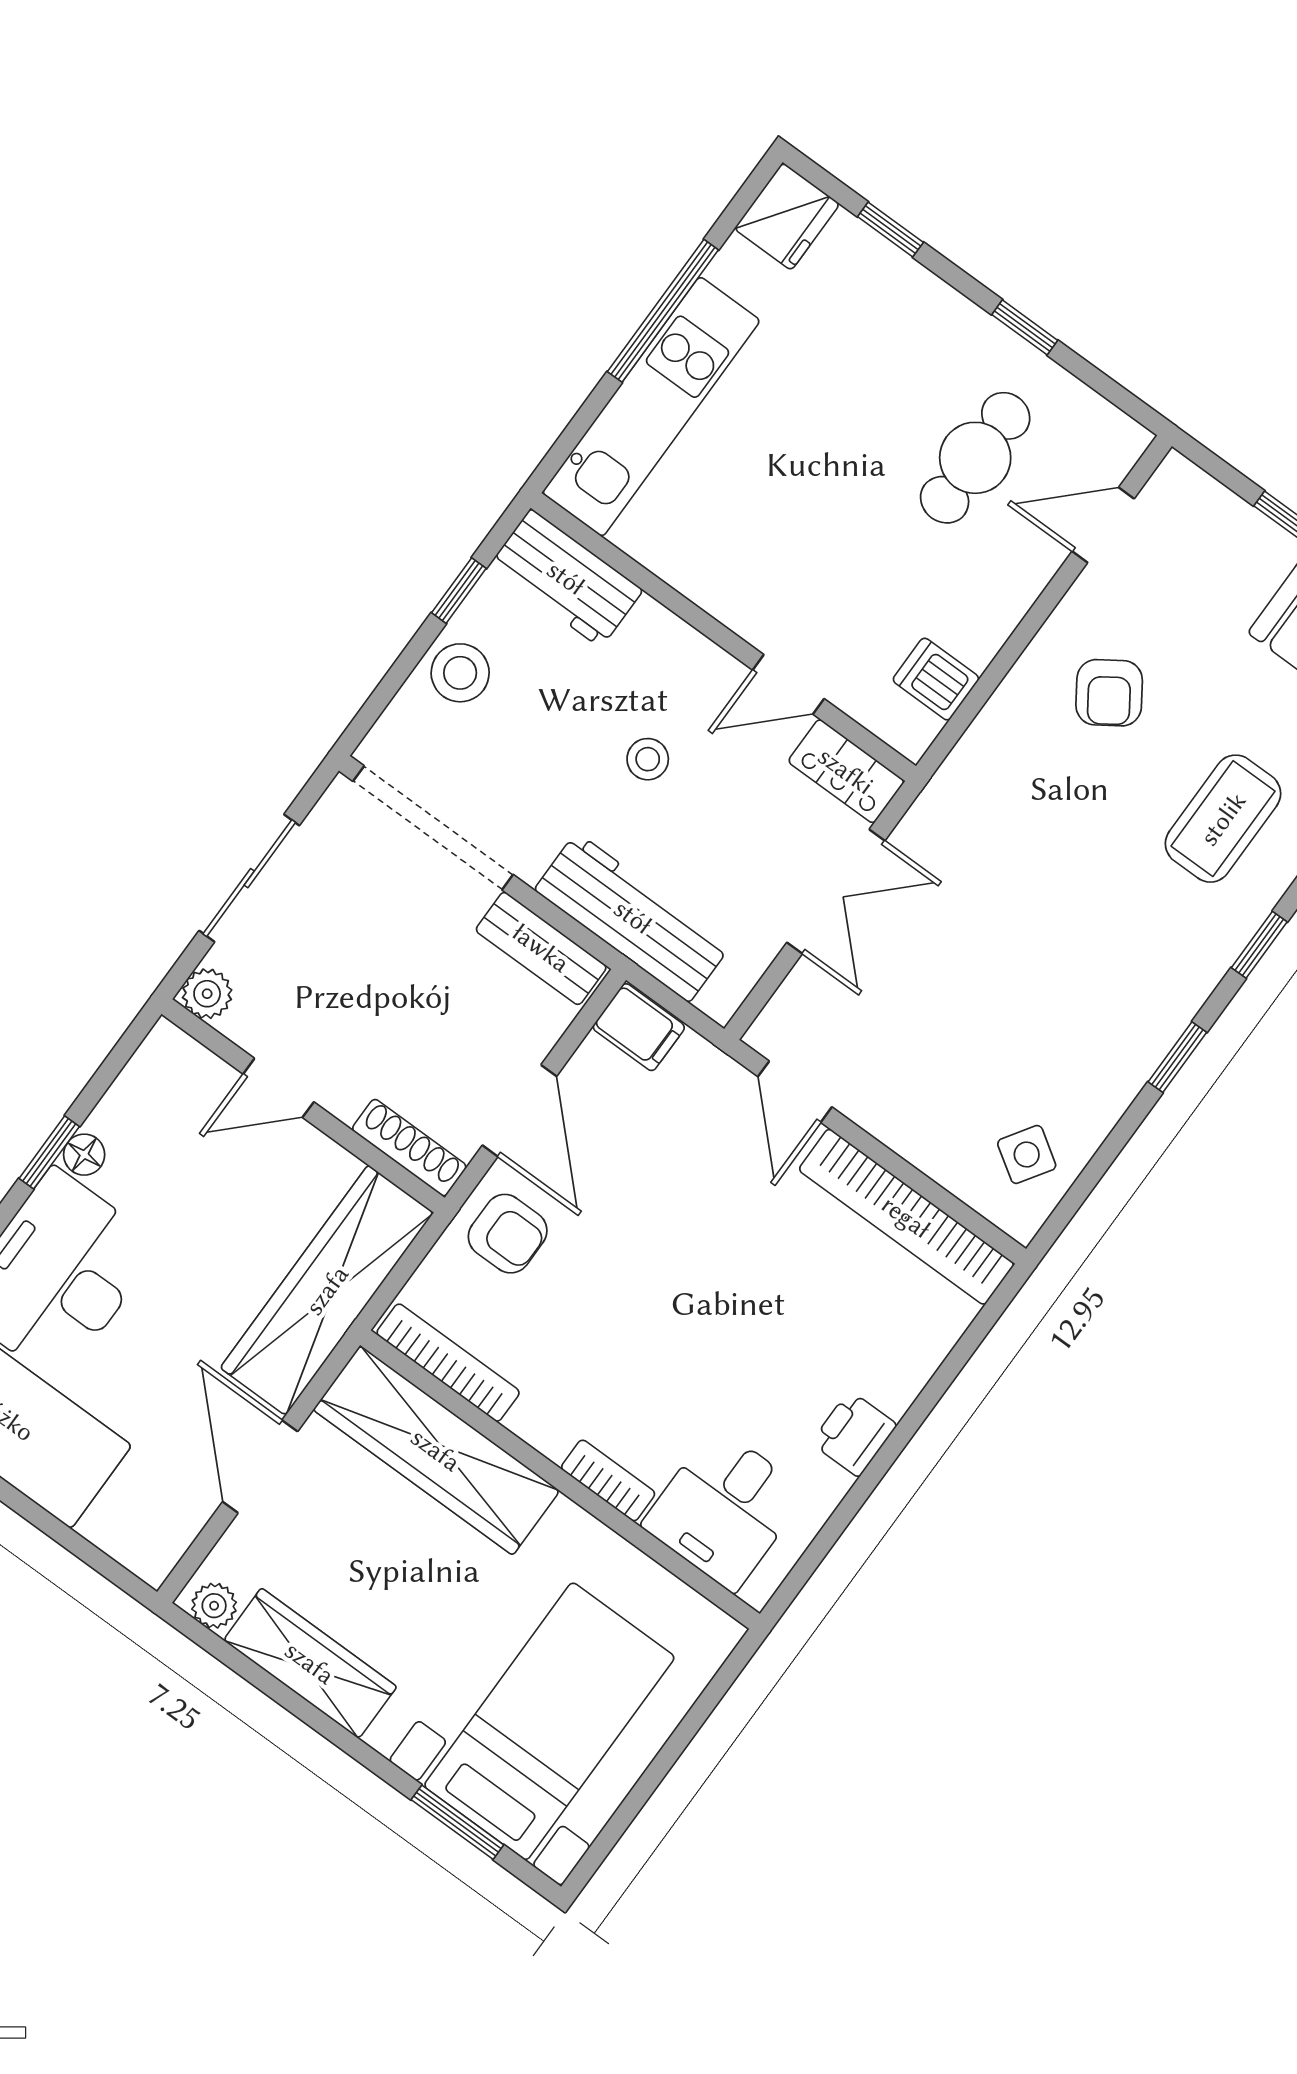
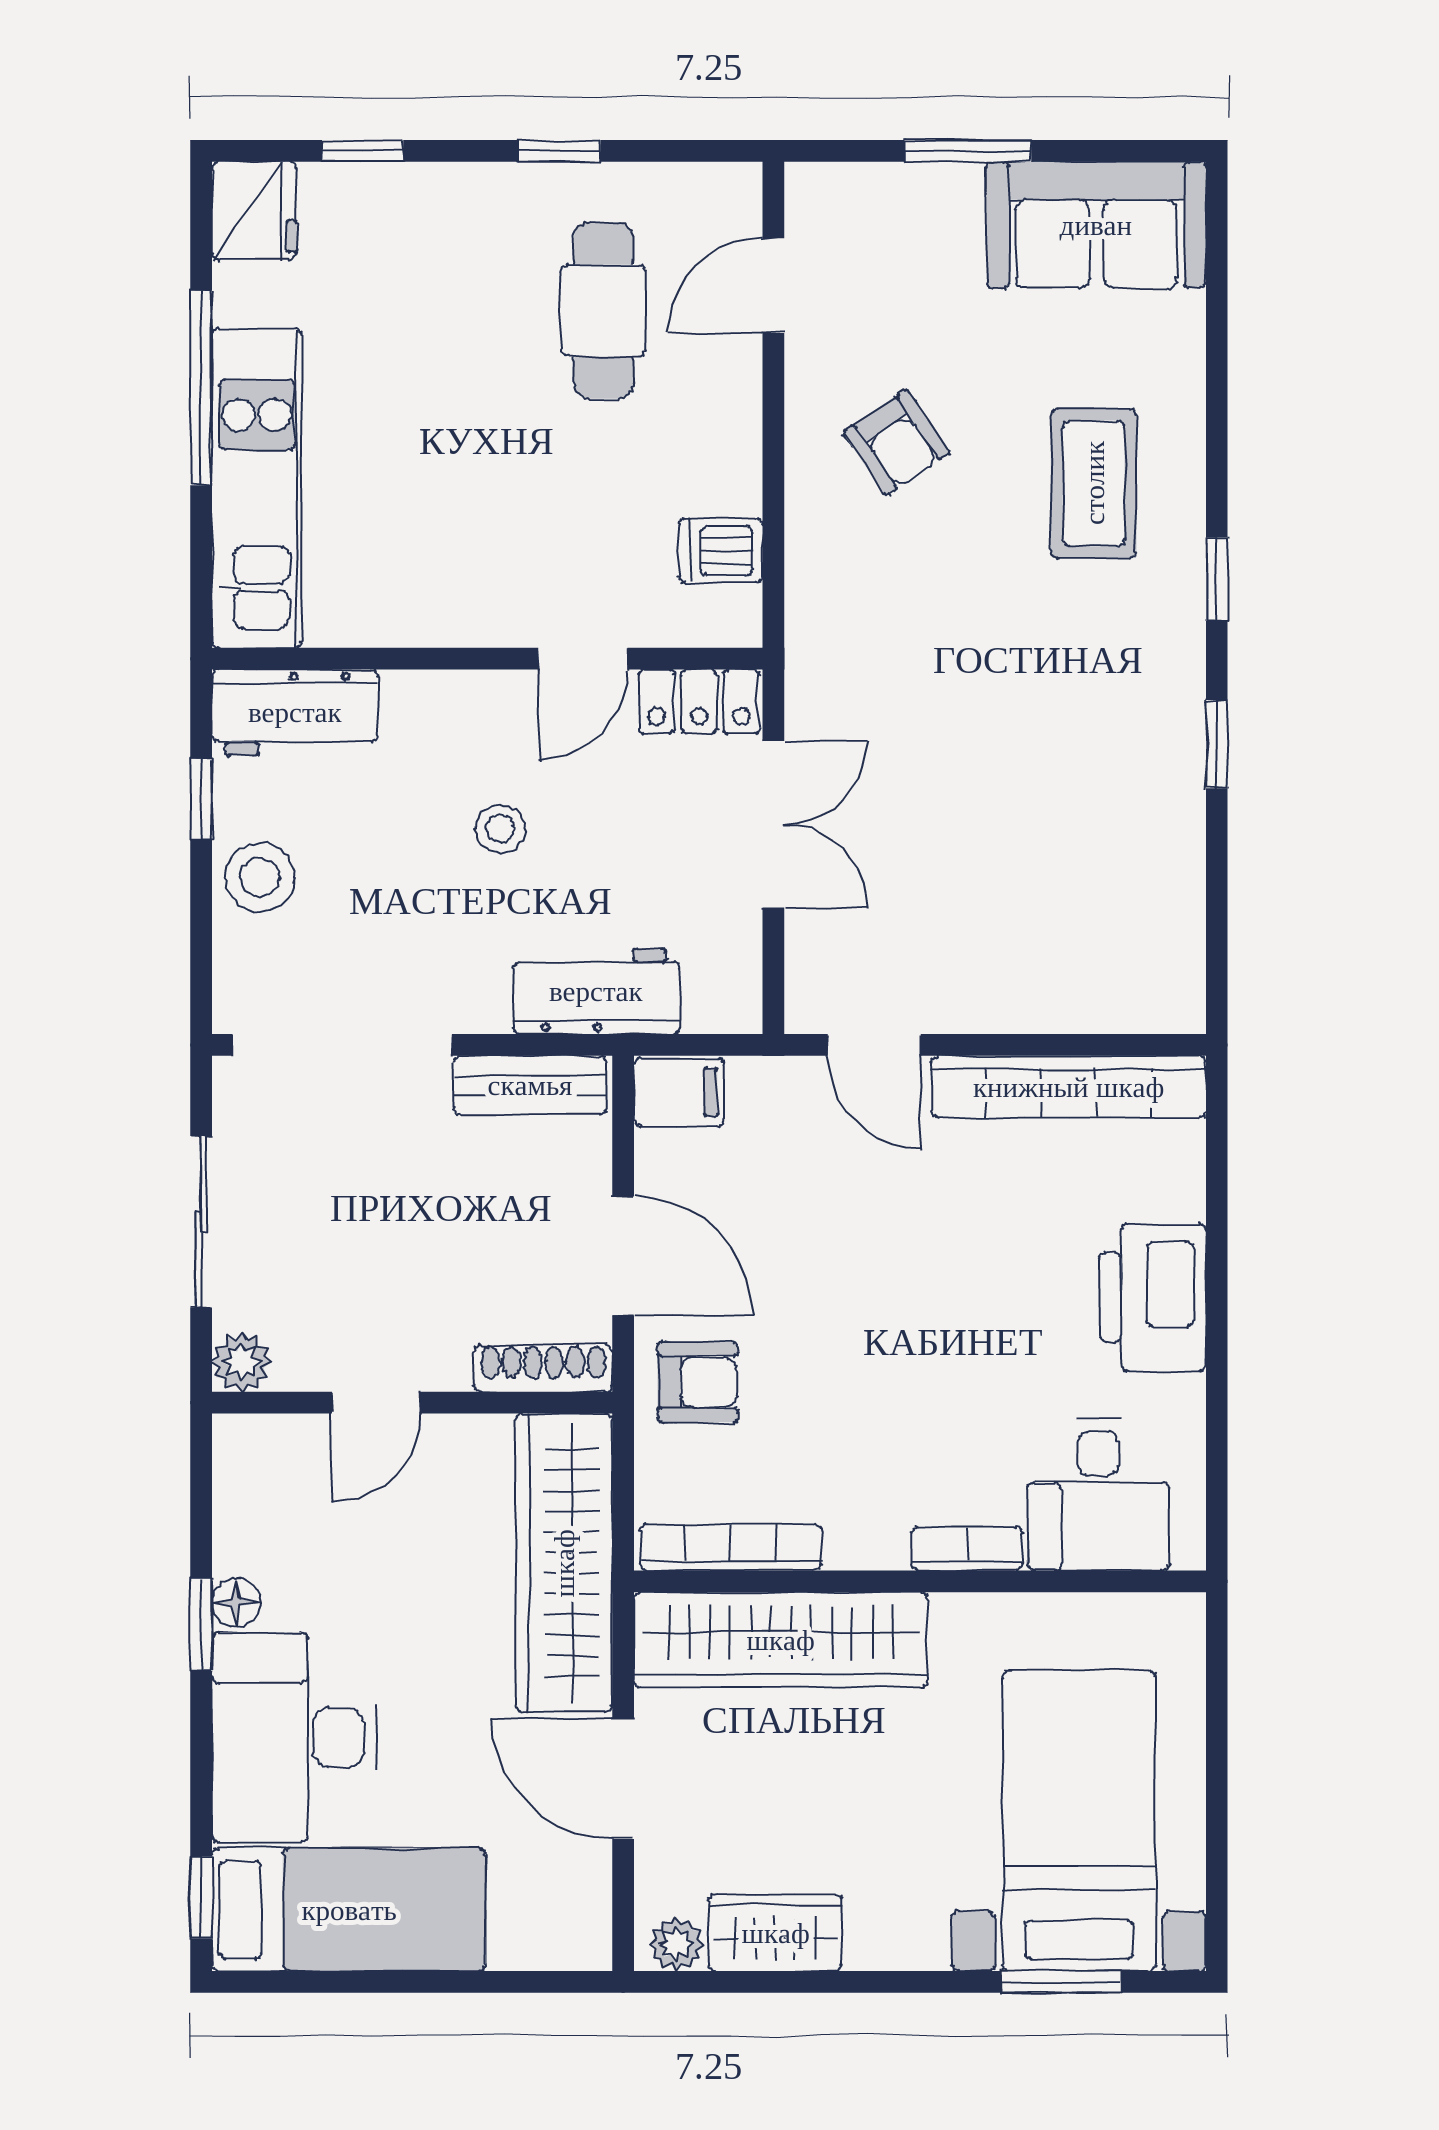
workbench: (633, 917) -> (596, 991), width x0.73
side table: (1027, 1154) -> (1140, 943), removed
printer: (854, 1434) -> (1153, 1297), width x1.87, depth x1.48
wardrobe: (310, 1663) -> (776, 1933), width x0.67

